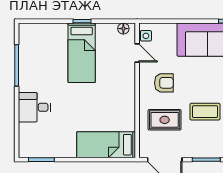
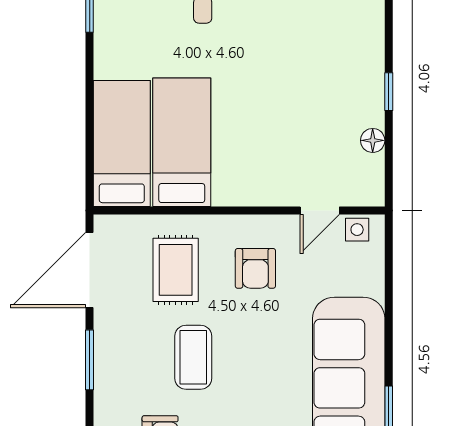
floor lamp: (123, 29) -> (373, 140), moved
bed: (82, 53) -> (182, 142), moved, turned 90

